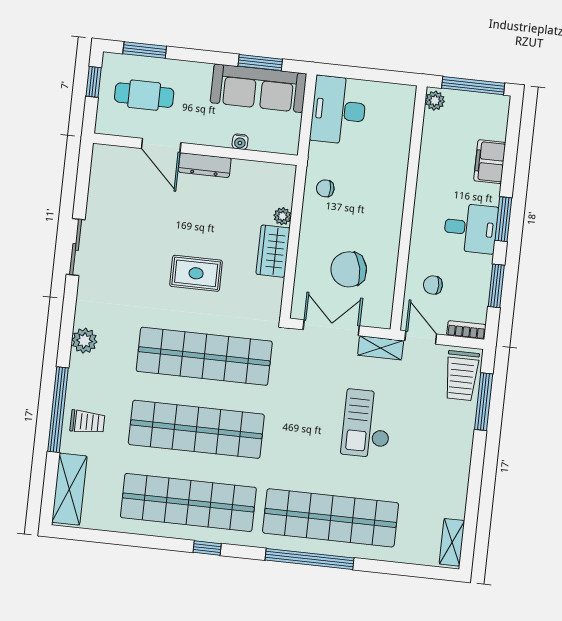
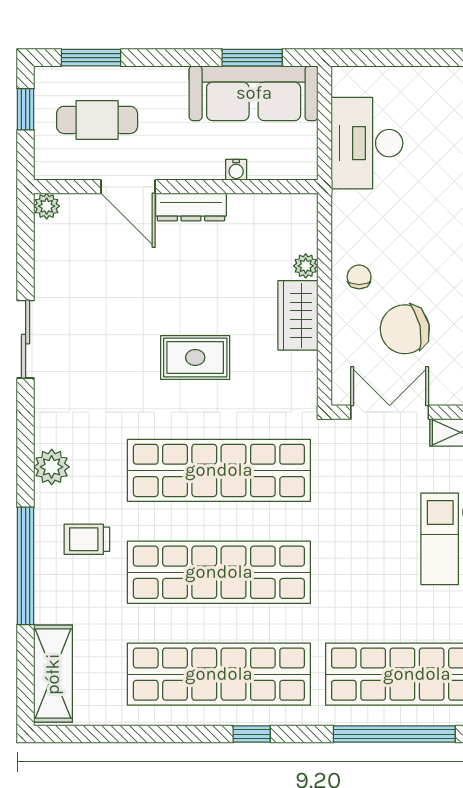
desk: (338, 110) -> (367, 143), moved
plant: (101, 153) -> (47, 206), added
chair: (325, 188) -> (359, 277), moved, turned 90
trolley: (87, 422) -> (87, 539), moved, turned 180

